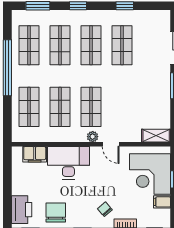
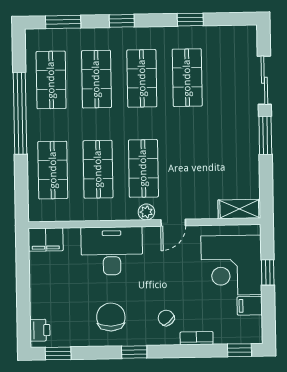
door: (111, 144) -> (173, 223), hinge flipped
filing cabinet: (35, 154) -> (46, 240), moved
printer: (22, 210) -> (40, 330), width x0.53, depth x0.68
chair: (56, 212) -> (111, 317), moved

